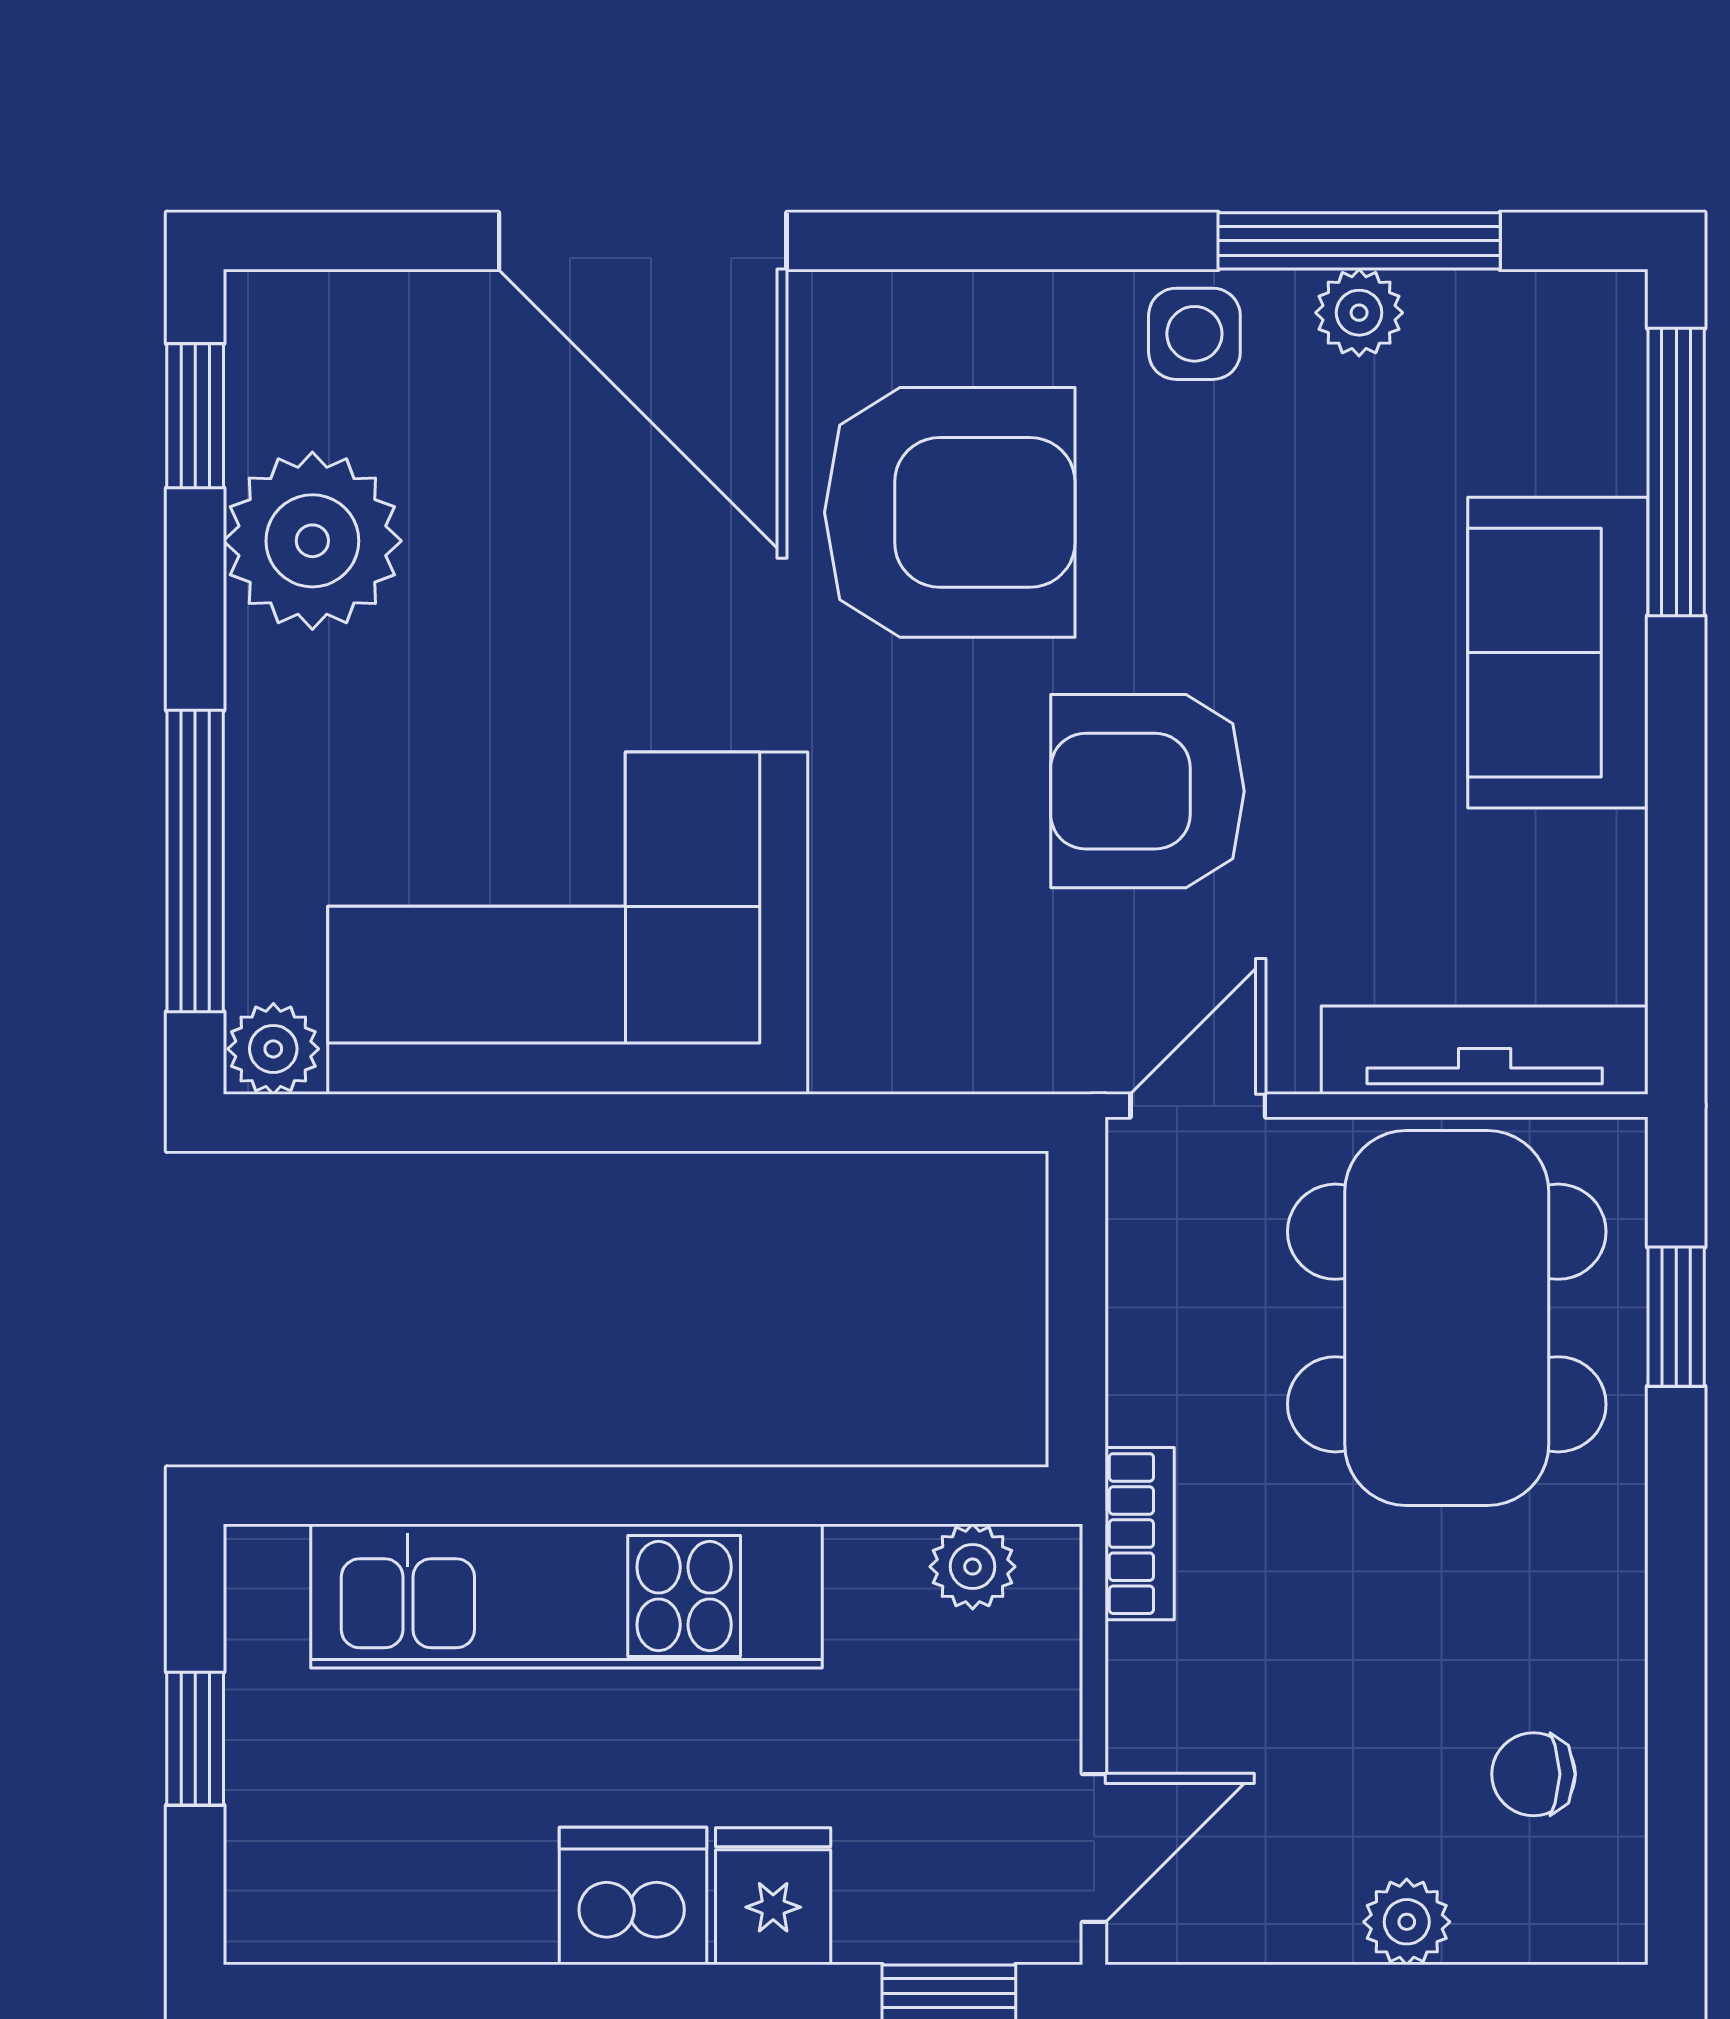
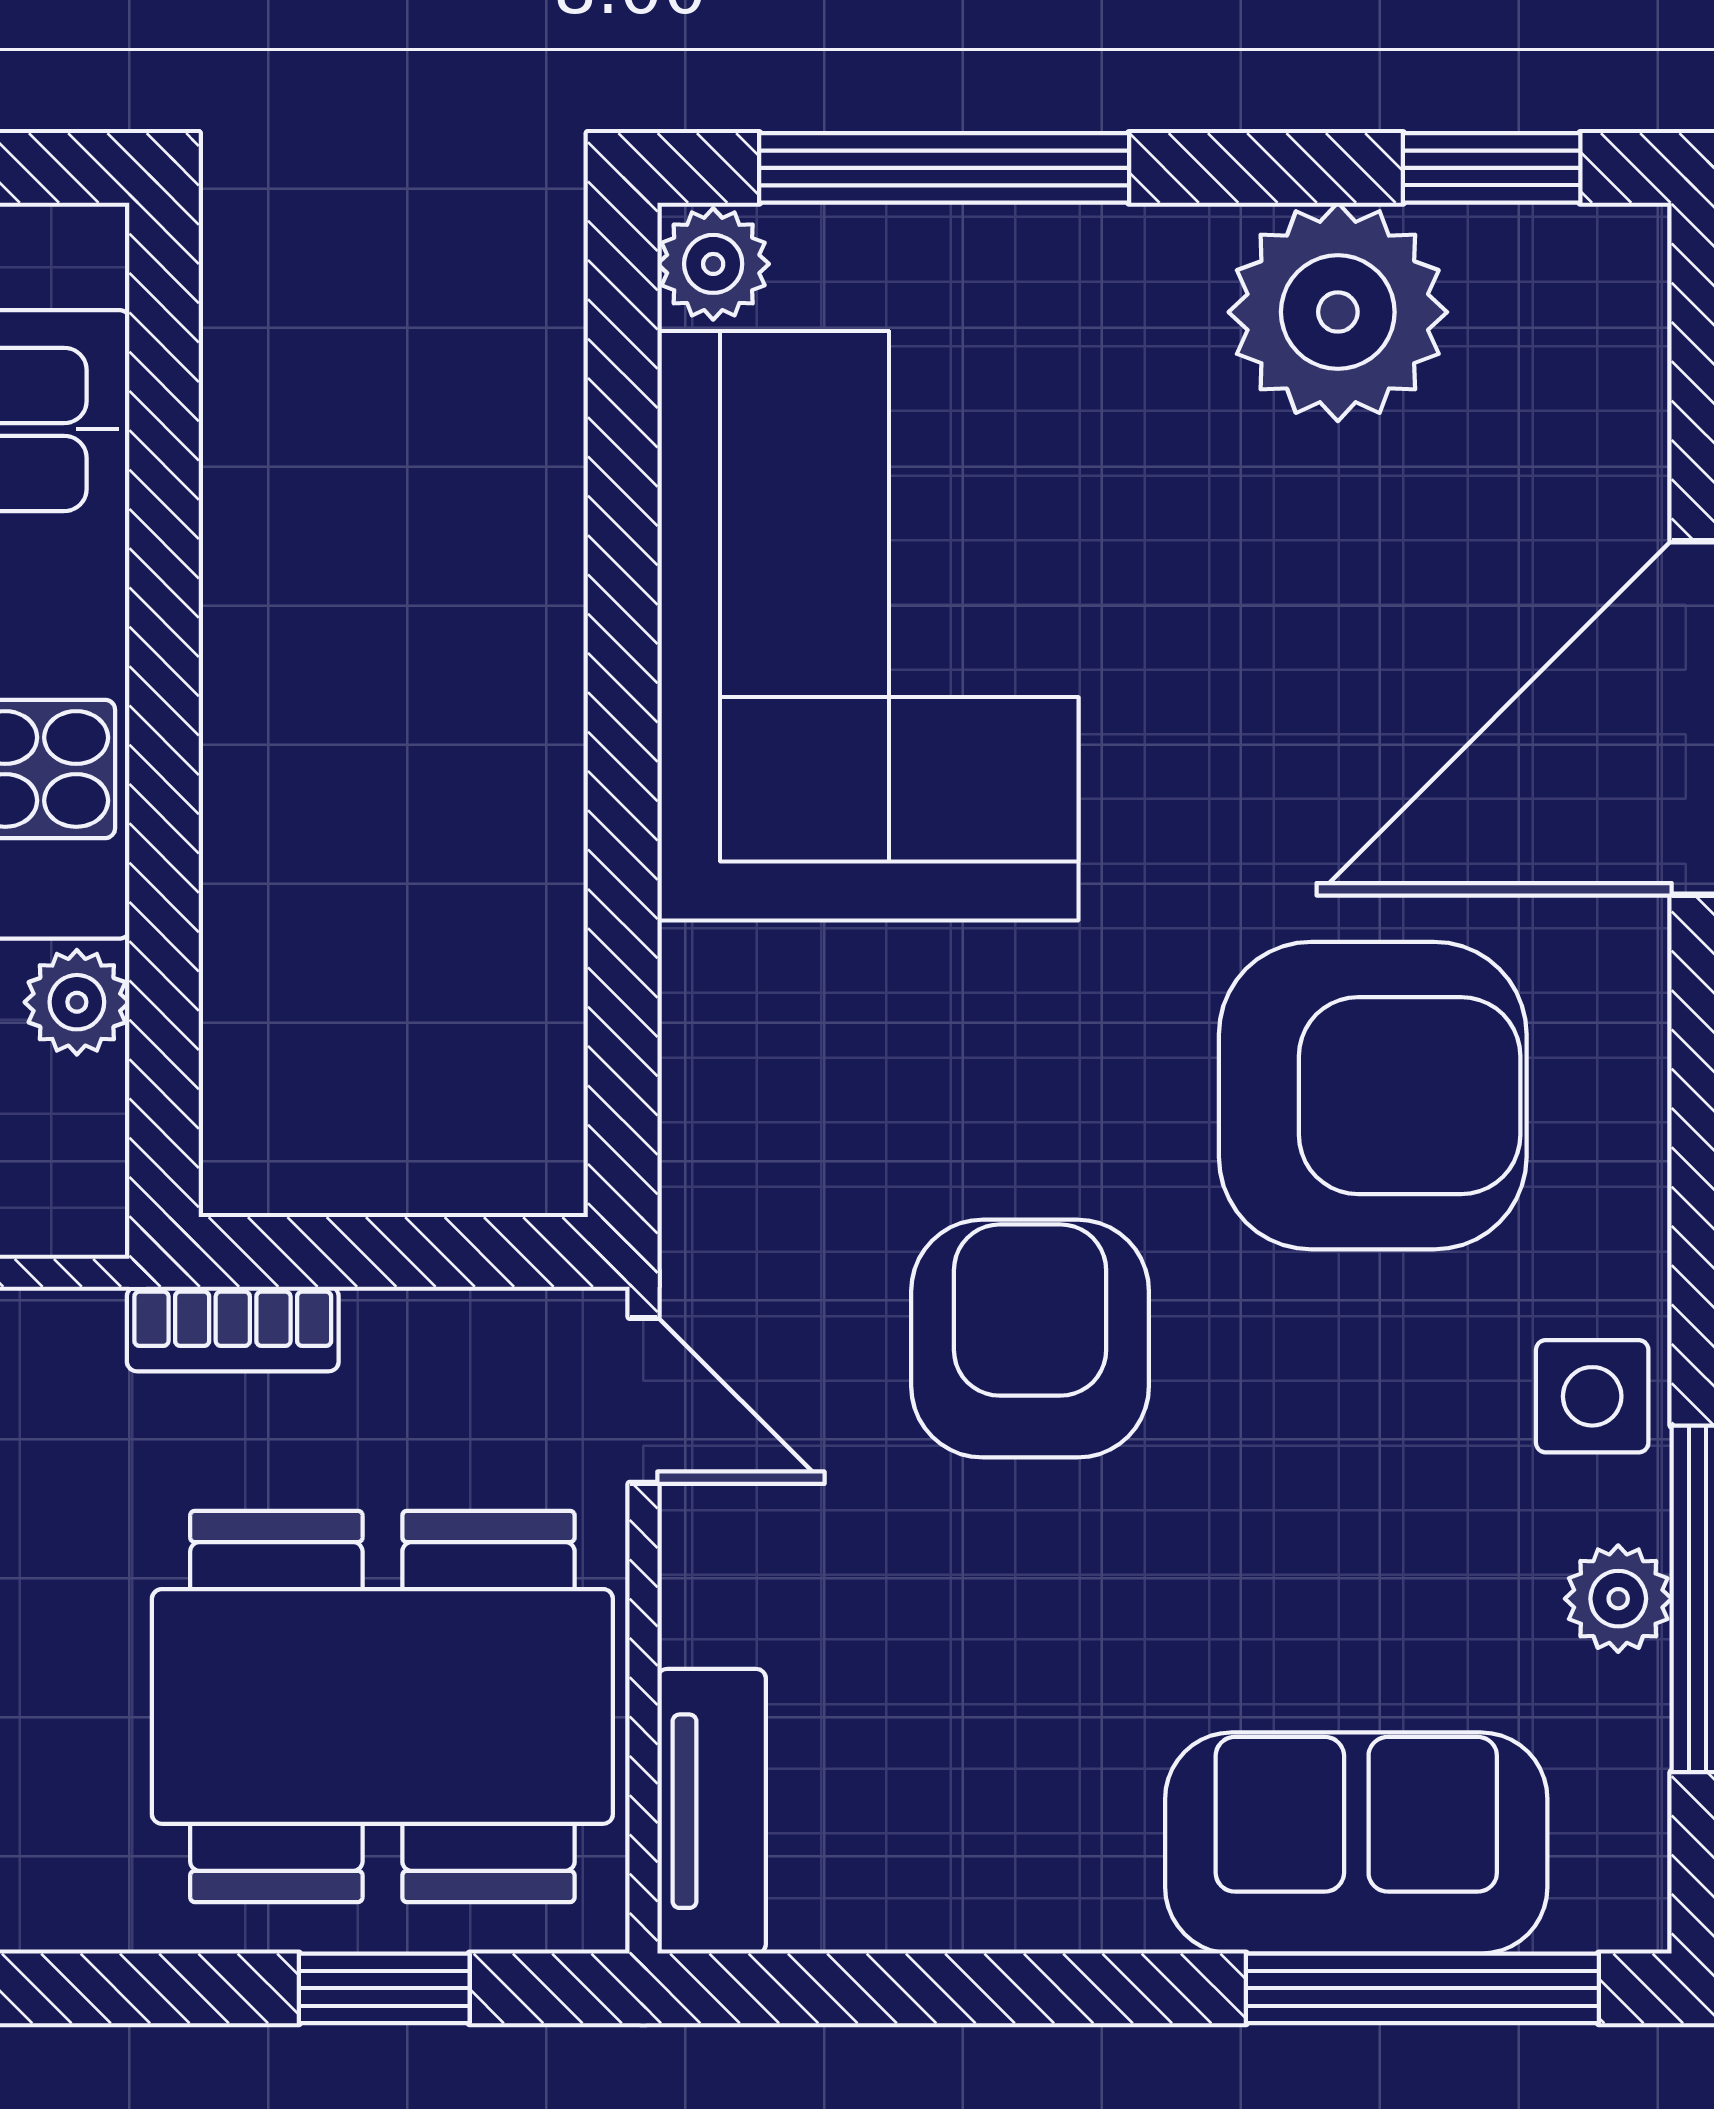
armchair: (950, 512) -> (1373, 1096), turned -90
sofa: (1558, 653) -> (1356, 1843), moved
tv unit: (1485, 1050) -> (712, 1811), width x0.71
bookcase: (1140, 1534) -> (233, 1329), moved
plant: (973, 1567) -> (77, 1002), moved

